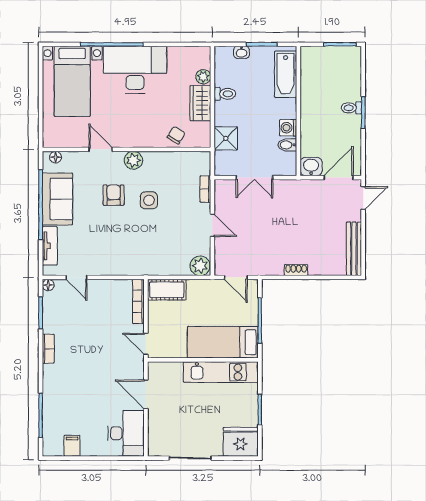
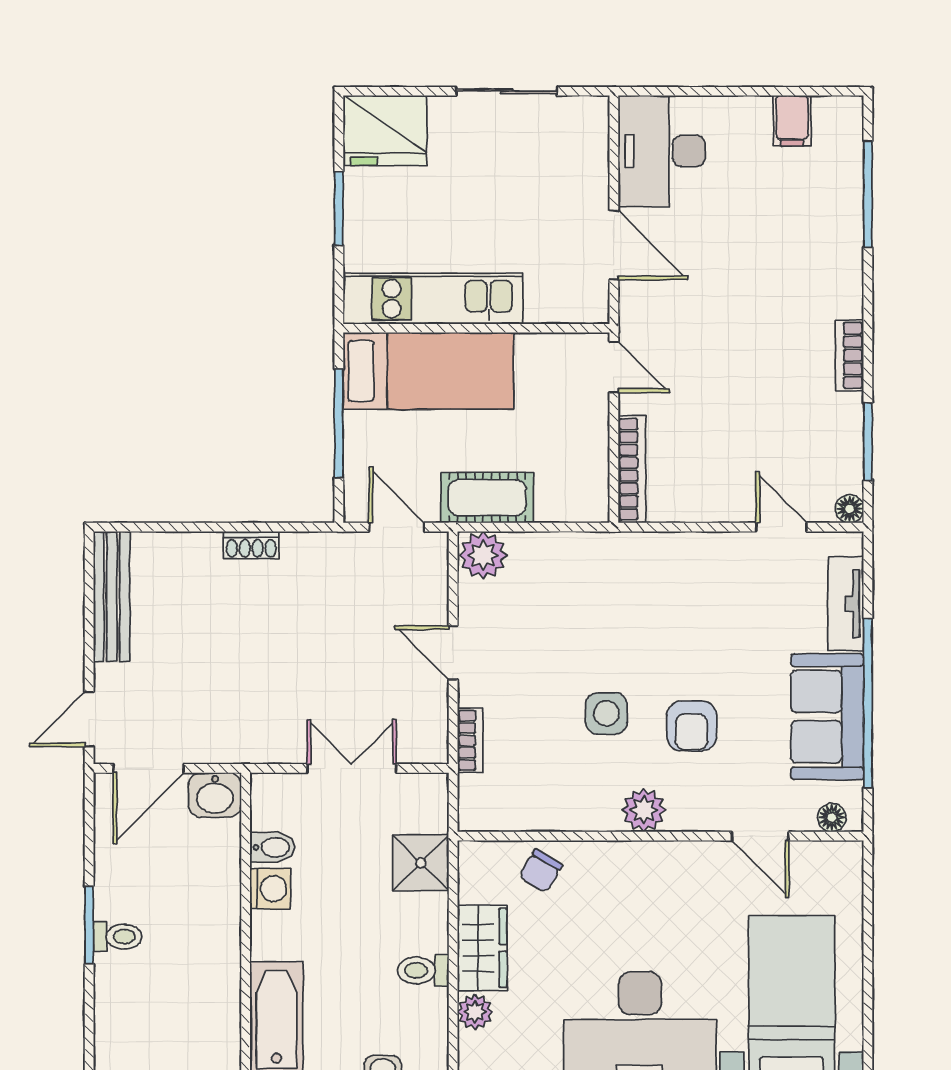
door: (101, 149) -> (760, 836), moved
cot: (167, 290) -> (487, 498), moved

